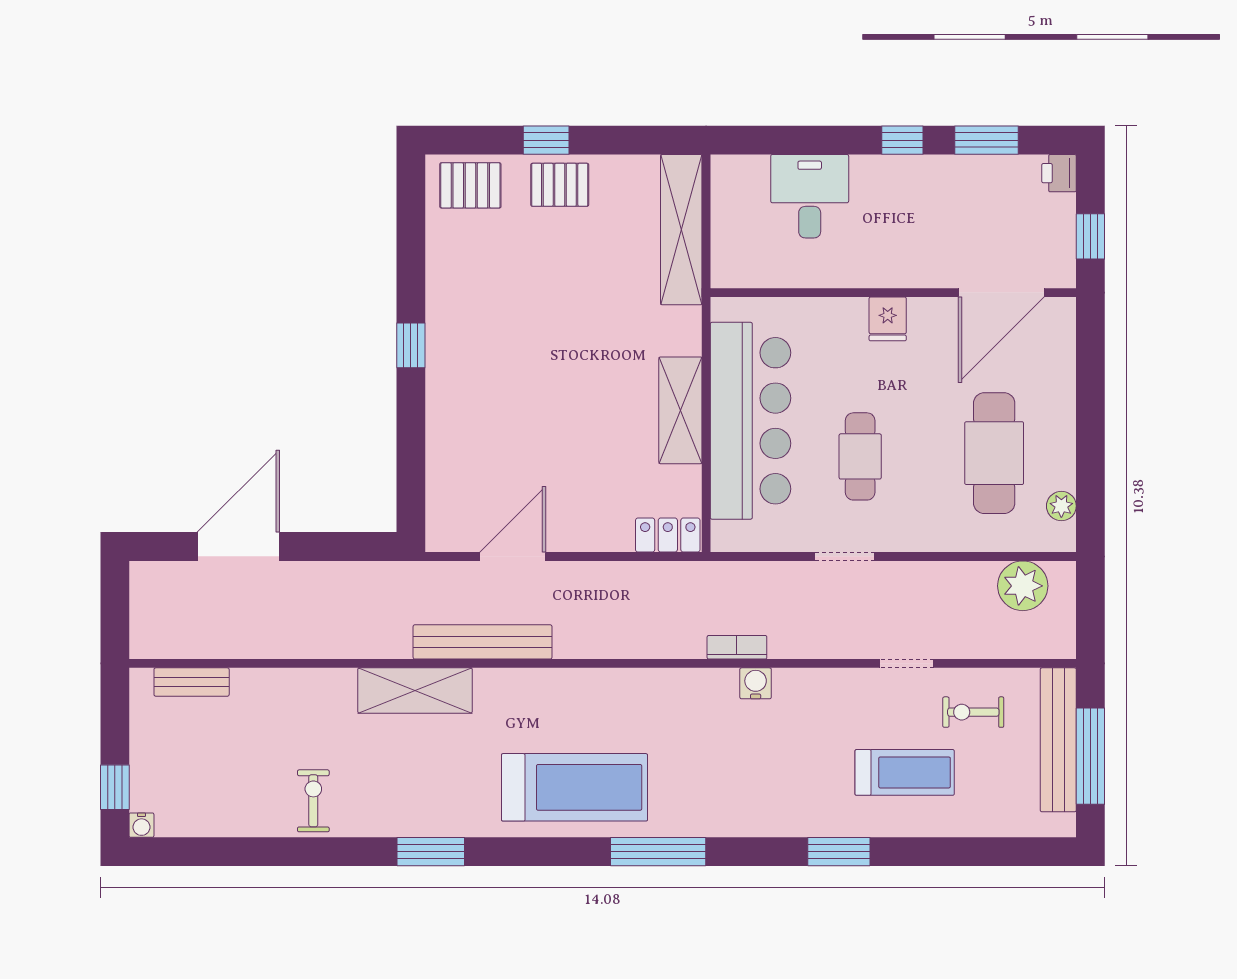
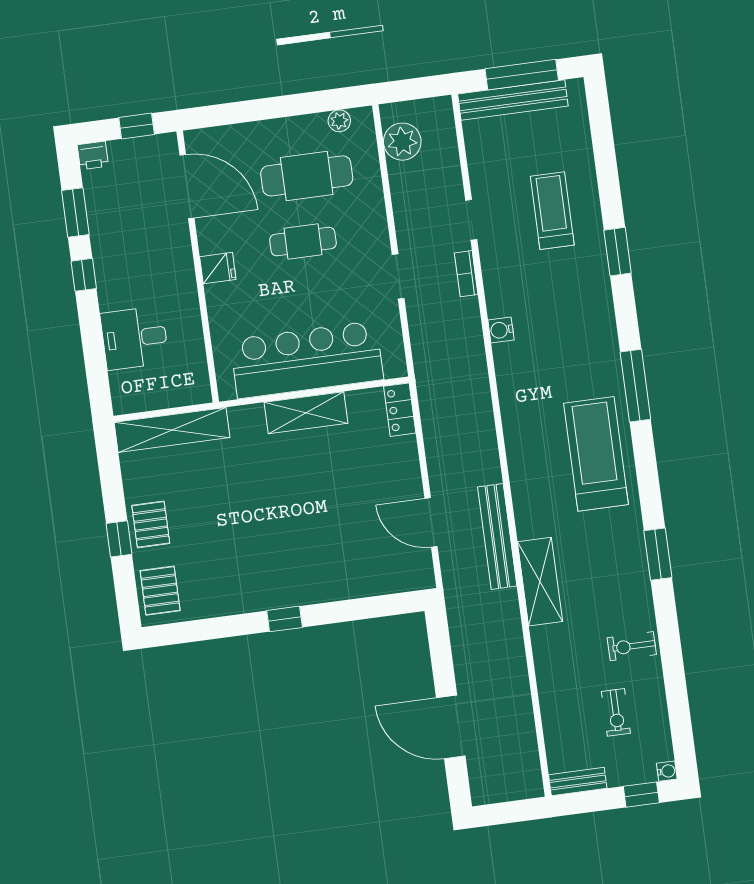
cafe table: (860, 456) -> (303, 242), moved
bookcase: (737, 647) -> (466, 274), moved
bench: (192, 682) -> (578, 782), moved, turned 90
exercise bike: (973, 712) -> (616, 712), moved

